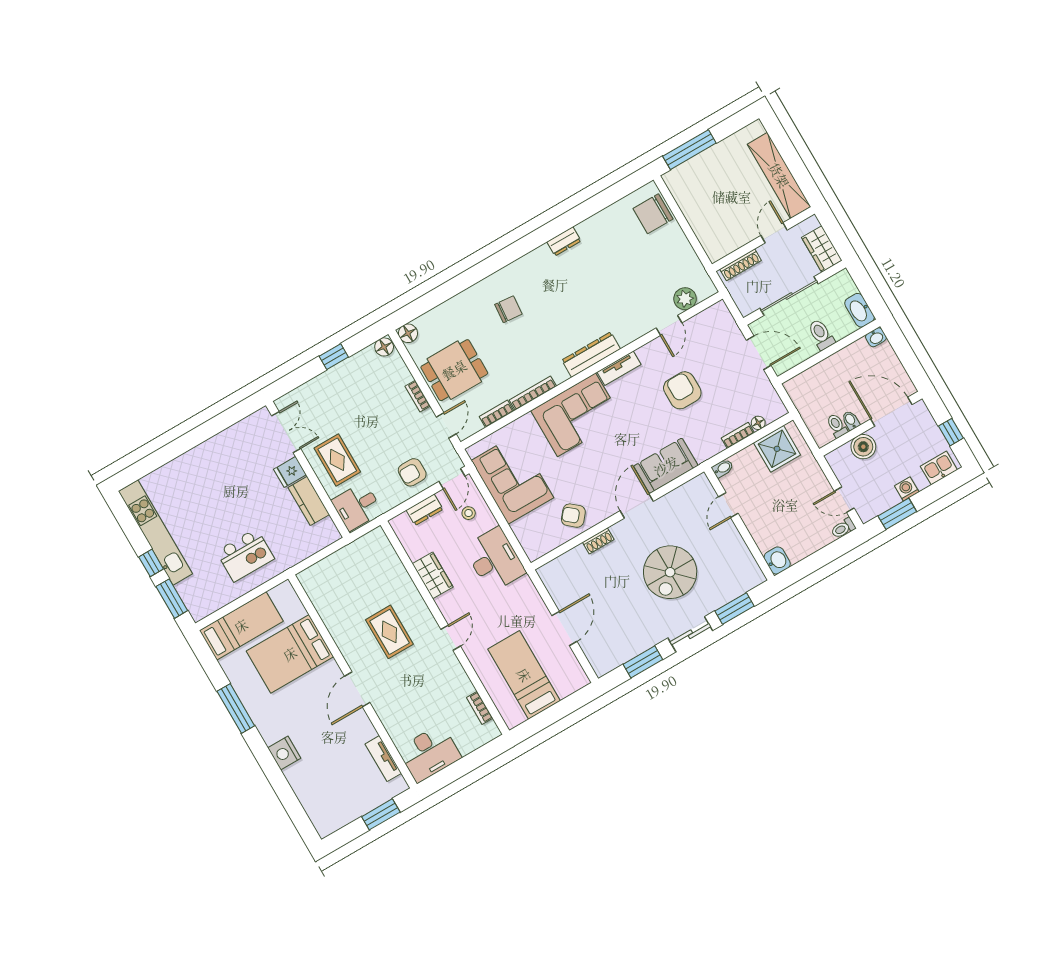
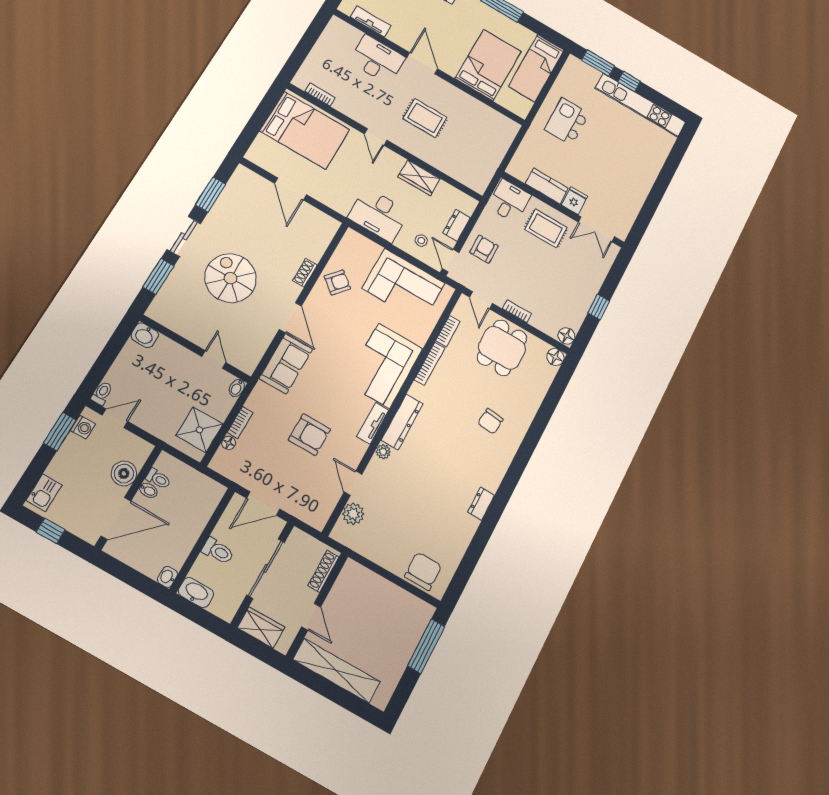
plant: (625, 338) -> (383, 452), added
washing machine: (907, 489) -> (83, 427), moved
bed: (524, 675) -> (305, 130), width x1.50
desk: (429, 753) -> (377, 60), moved, turned 90

